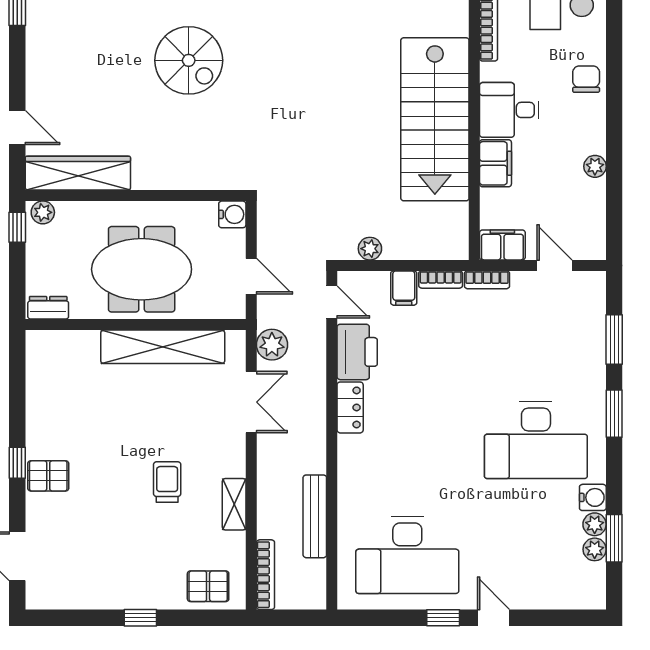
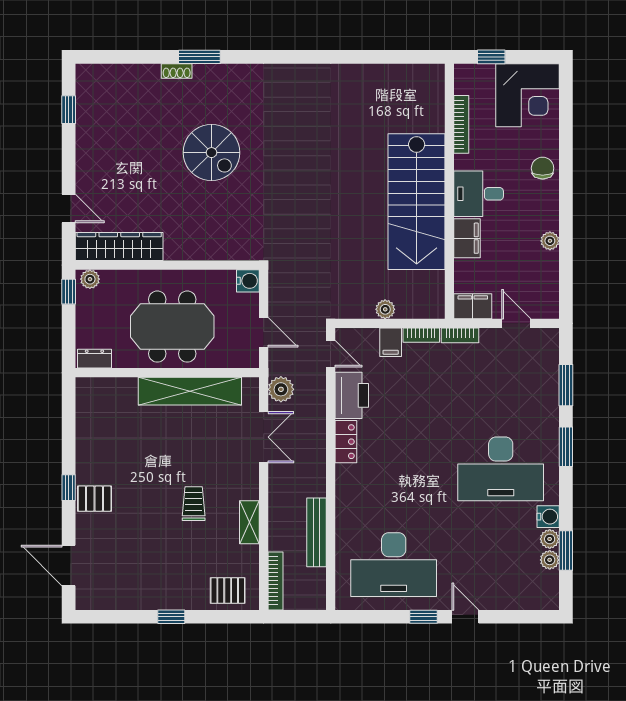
plant: (370, 249) -> (385, 309), moved

